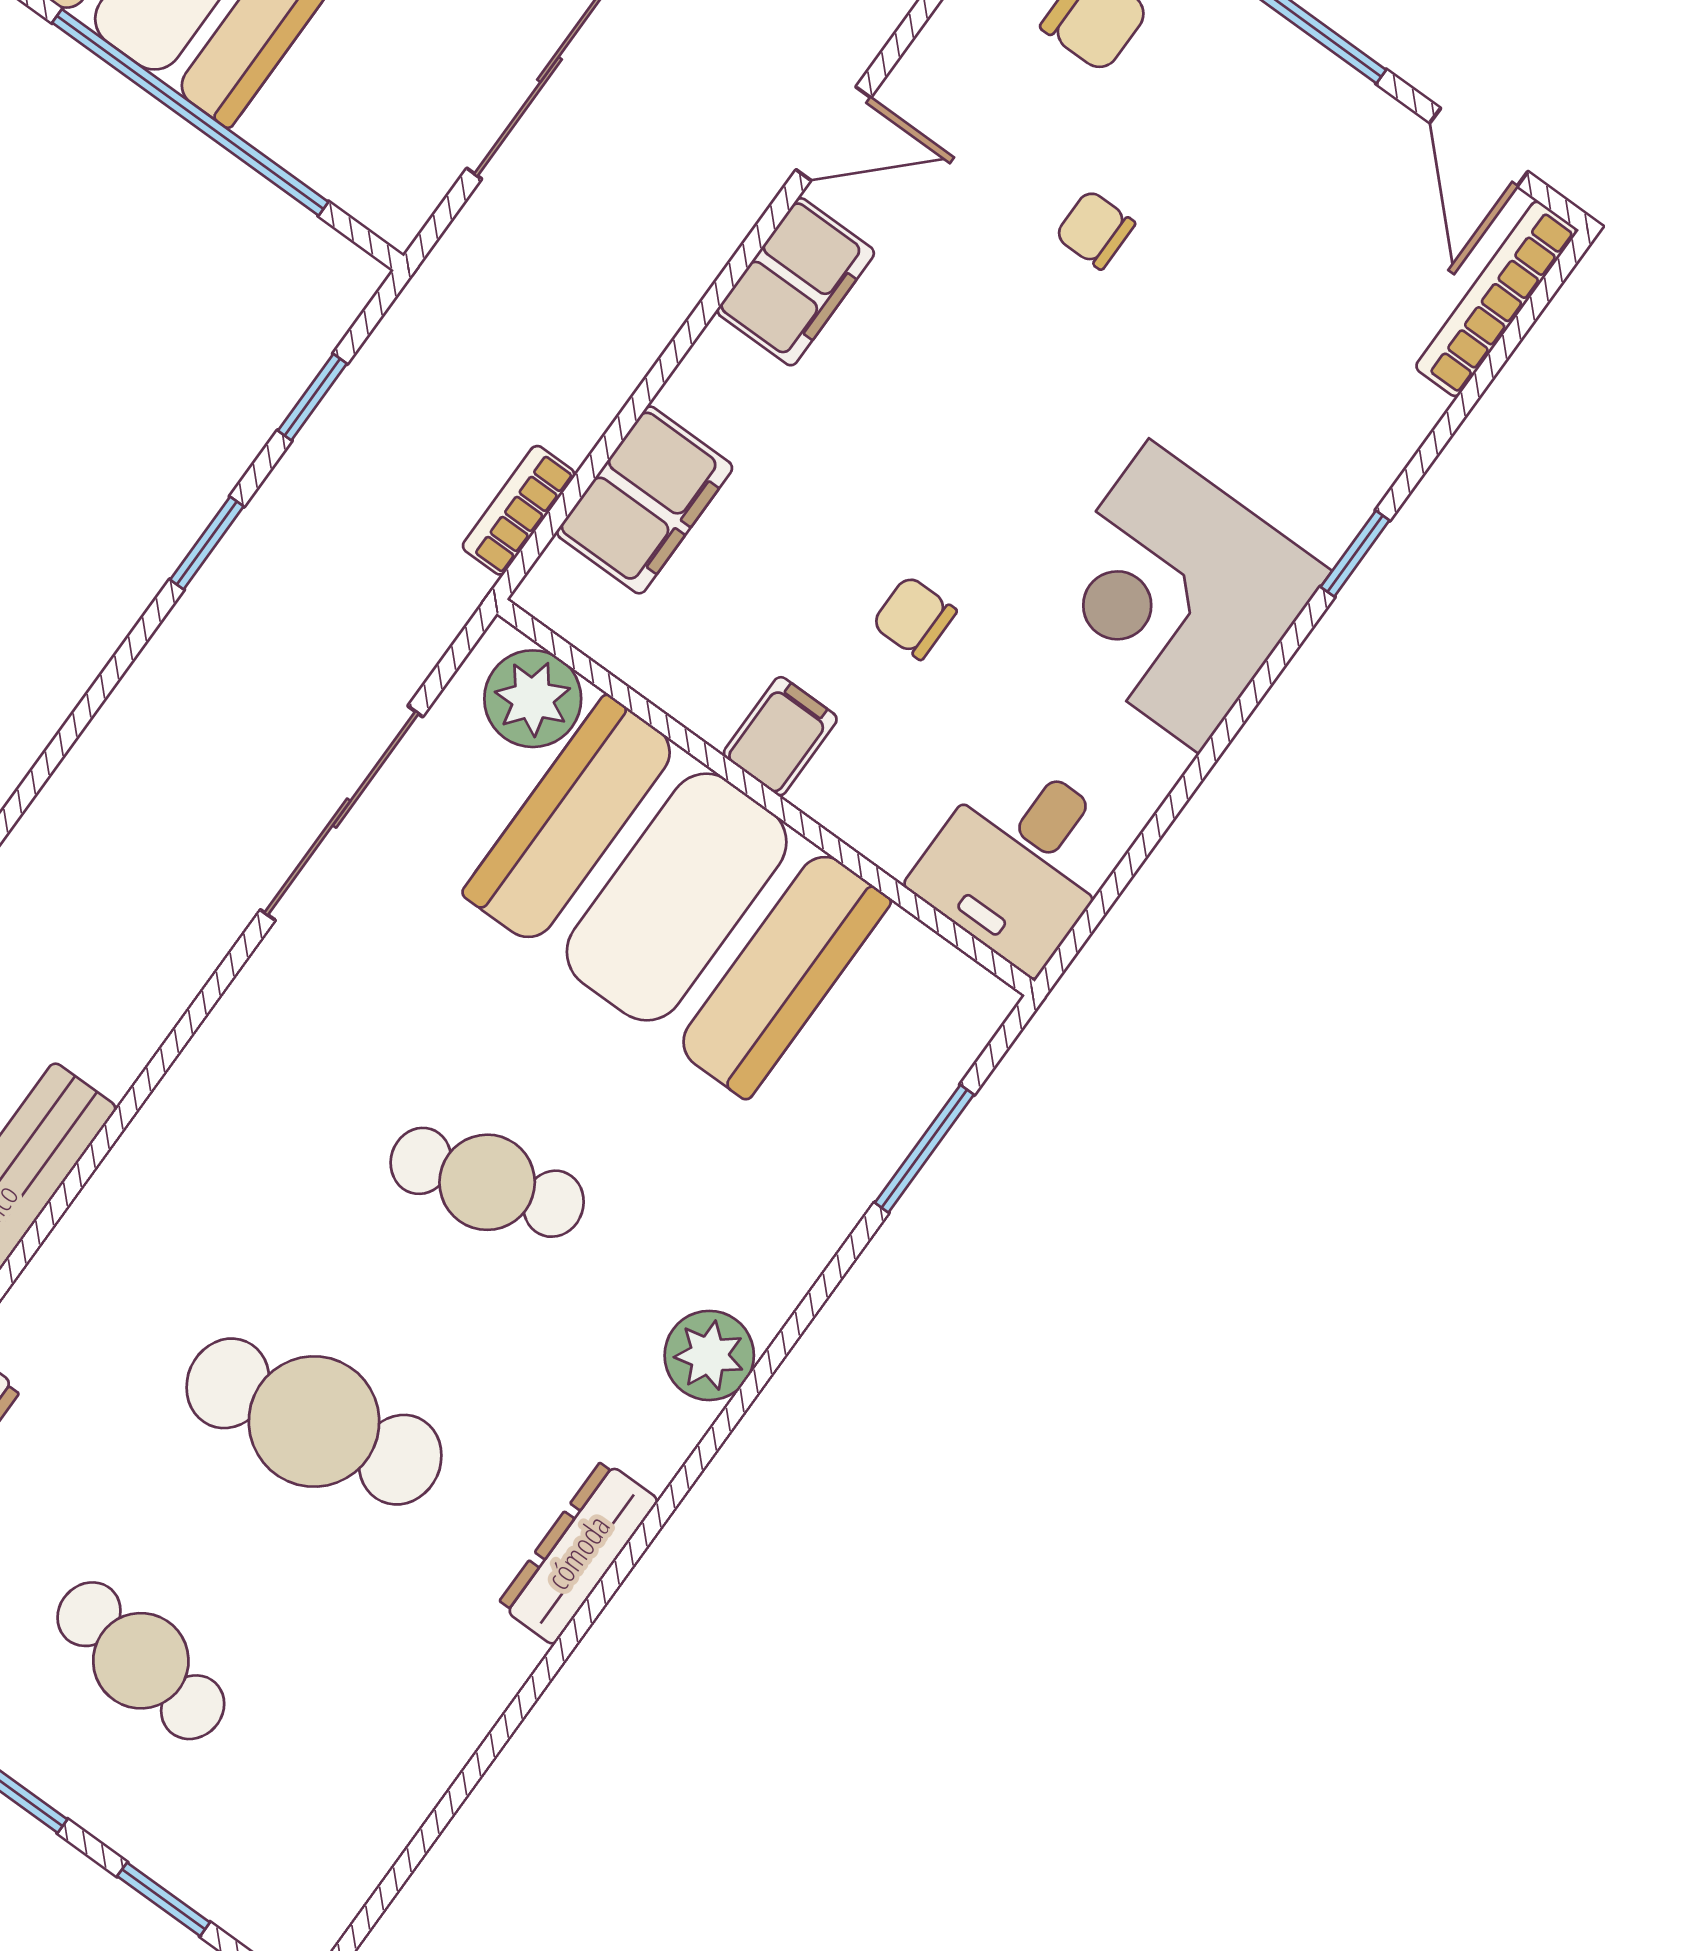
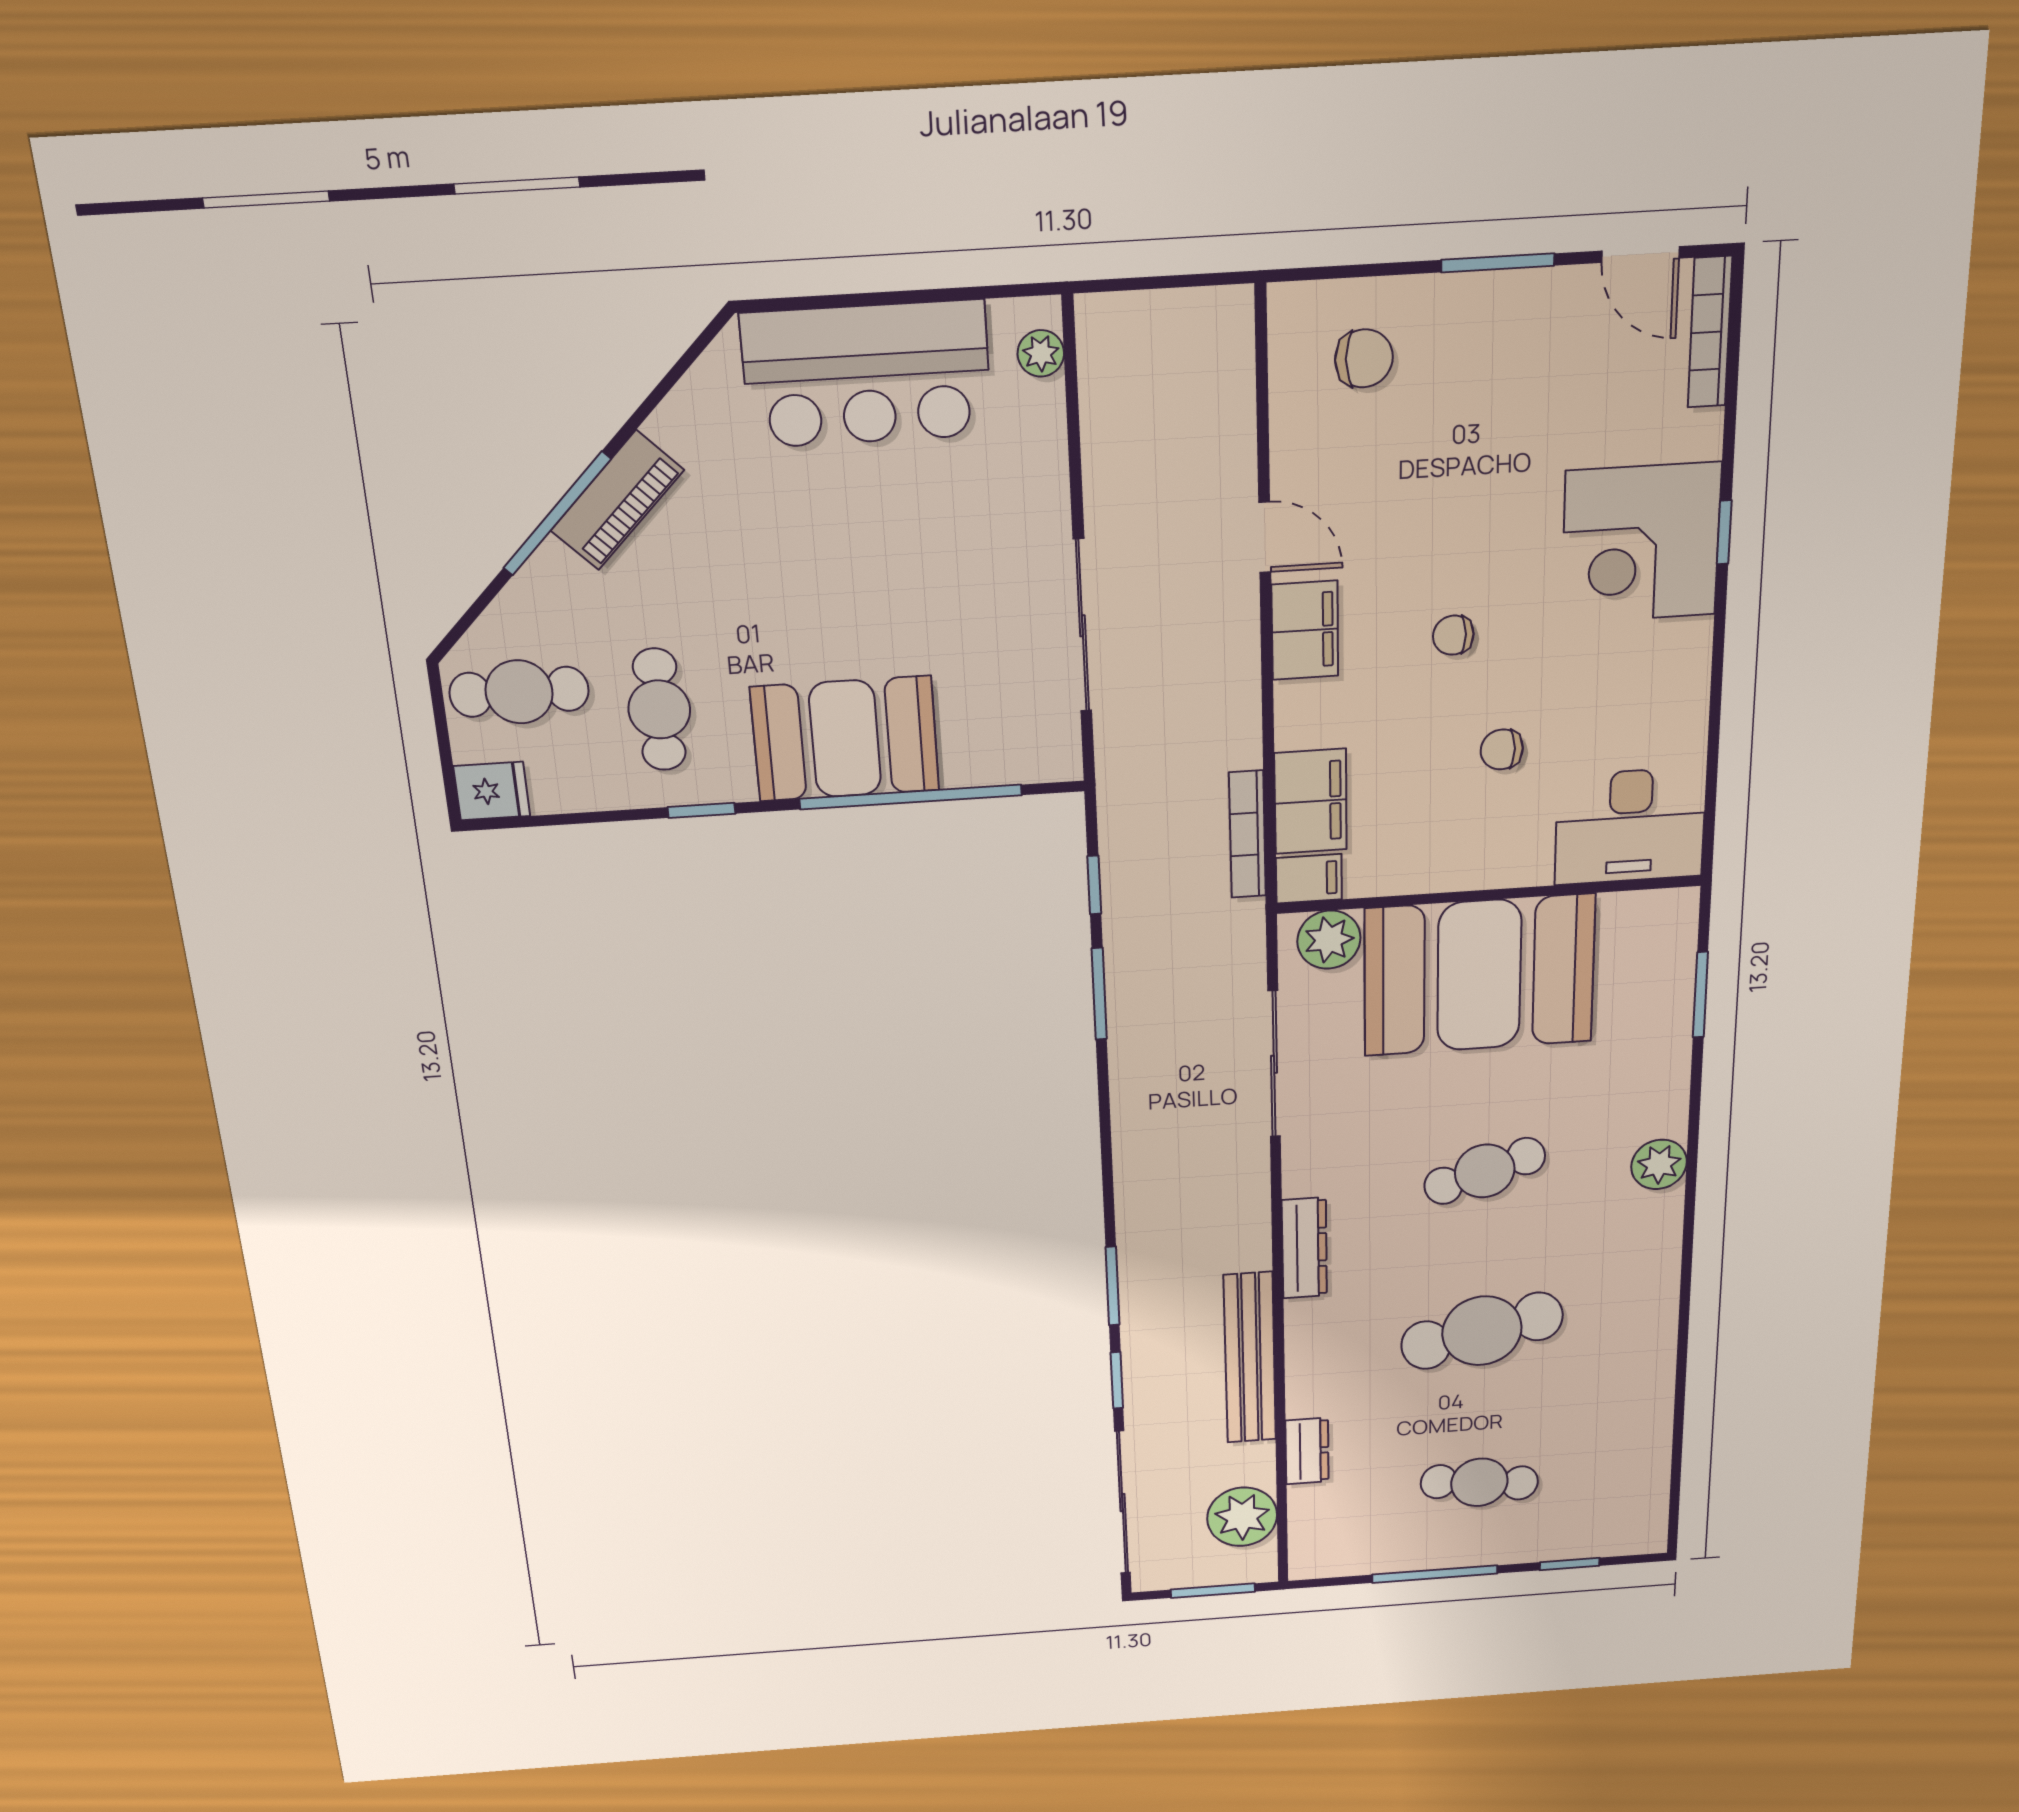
door: (833, 134) -> (1265, 537), hinge flipped
chair: (1095, 230) -> (1453, 635), moved
bookcase: (519, 510) -> (1247, 834), width x1.56
window: (207, 543) -> (1099, 994), width x1.50
corner desk: (1174, 596) -> (1641, 543), moved
filing cabinet: (780, 736) -> (1309, 879), moved, turned 90
desk: (1020, 862) -> (1630, 826), width x1.37
dresser: (578, 1552) -> (1304, 1248), moved, turned 180

